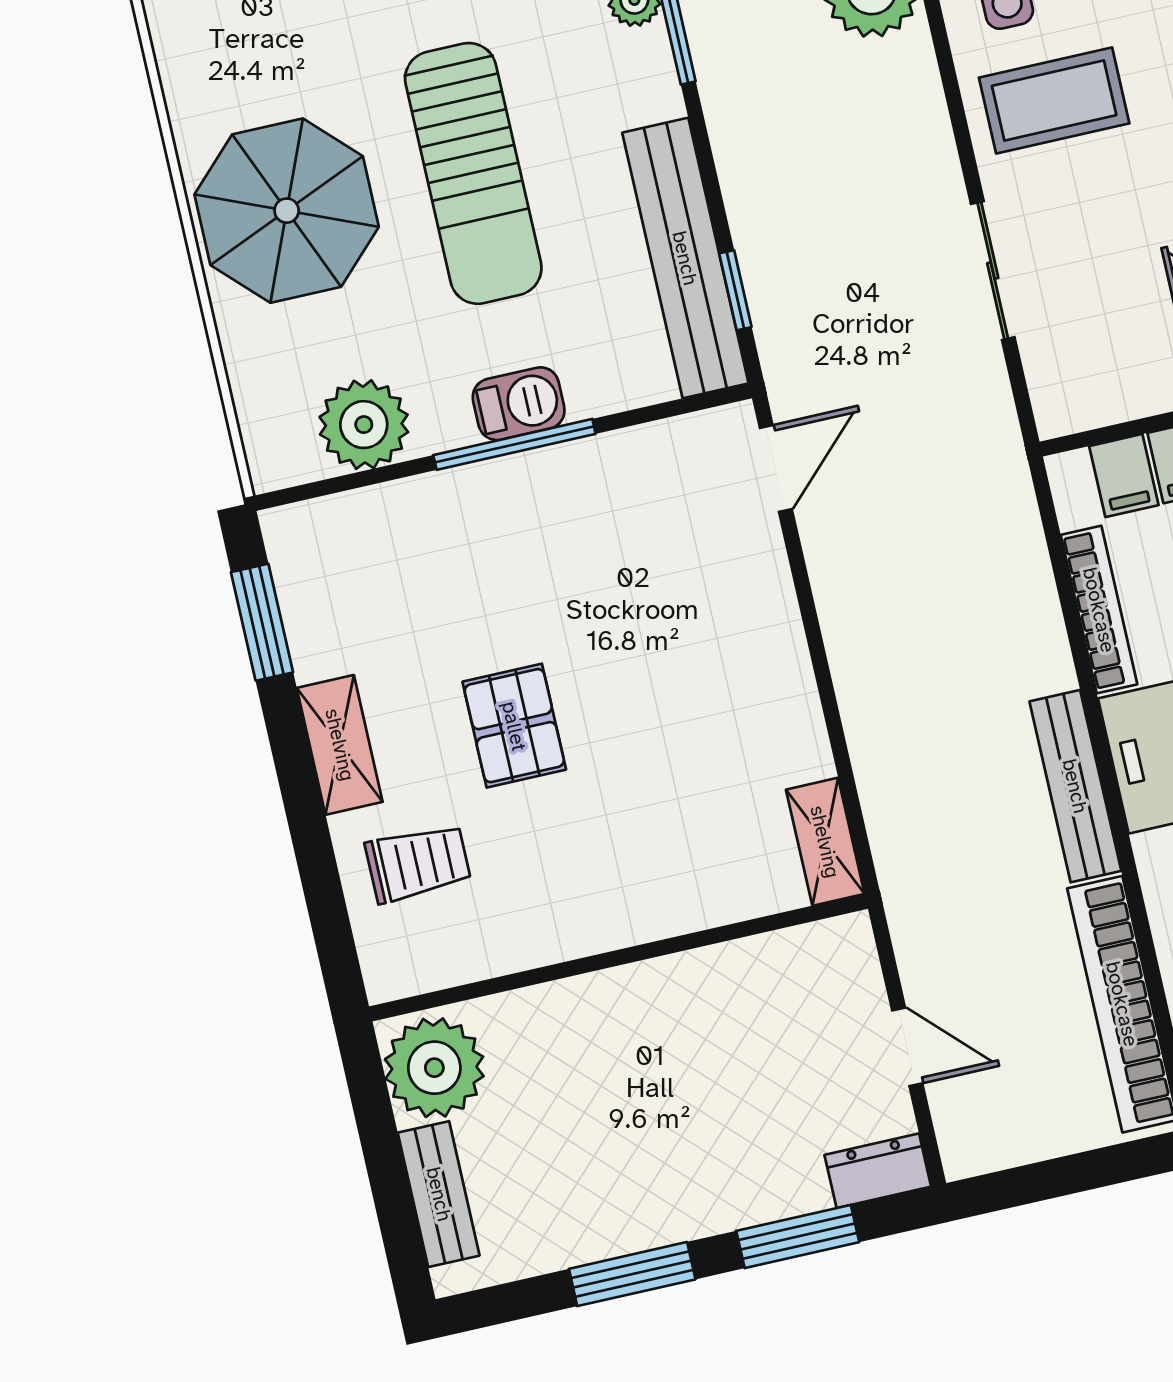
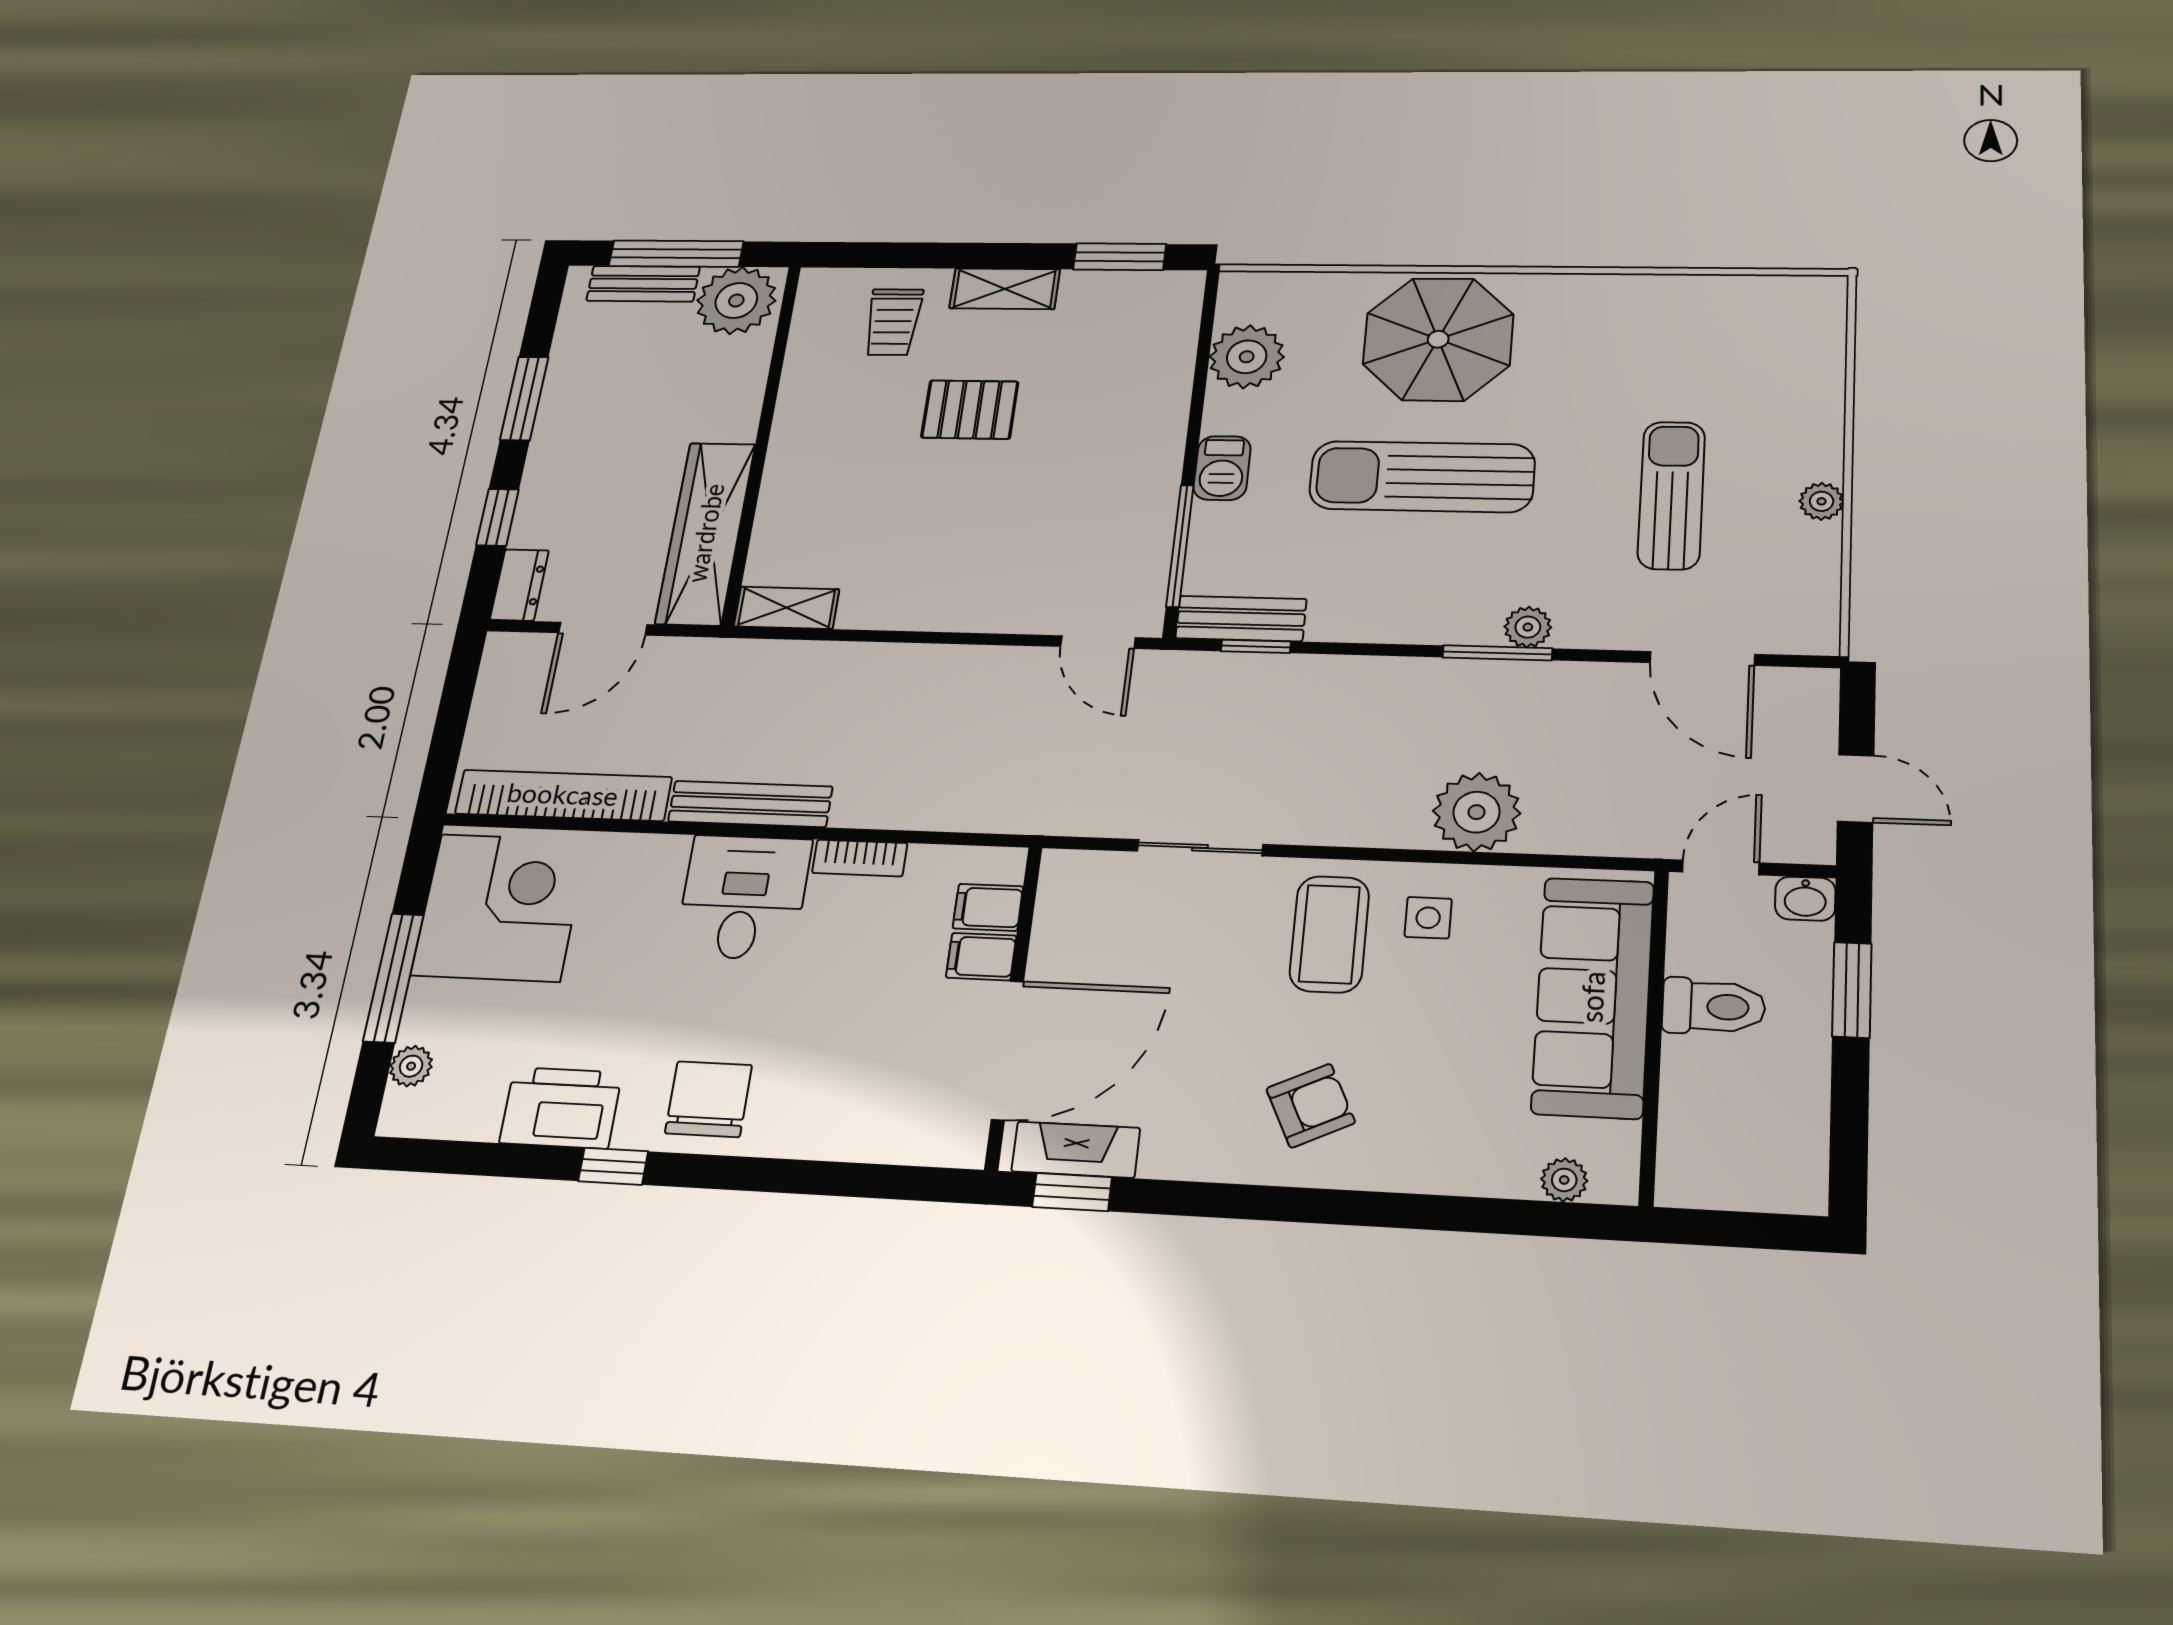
bench: (685, 258) -> (1241, 619), width x0.54, depth x0.82
window: (514, 444) -> (1180, 546), moved
bookcase: (1099, 610) -> (860, 858), width x0.64
wardrobe: (755, 976) -> (706, 533), added
door: (907, 1047) -> (603, 629), width x1.38
window: (387, 1170) -> (676, 254), added
window: (798, 1236) -> (497, 517), width x0.67

